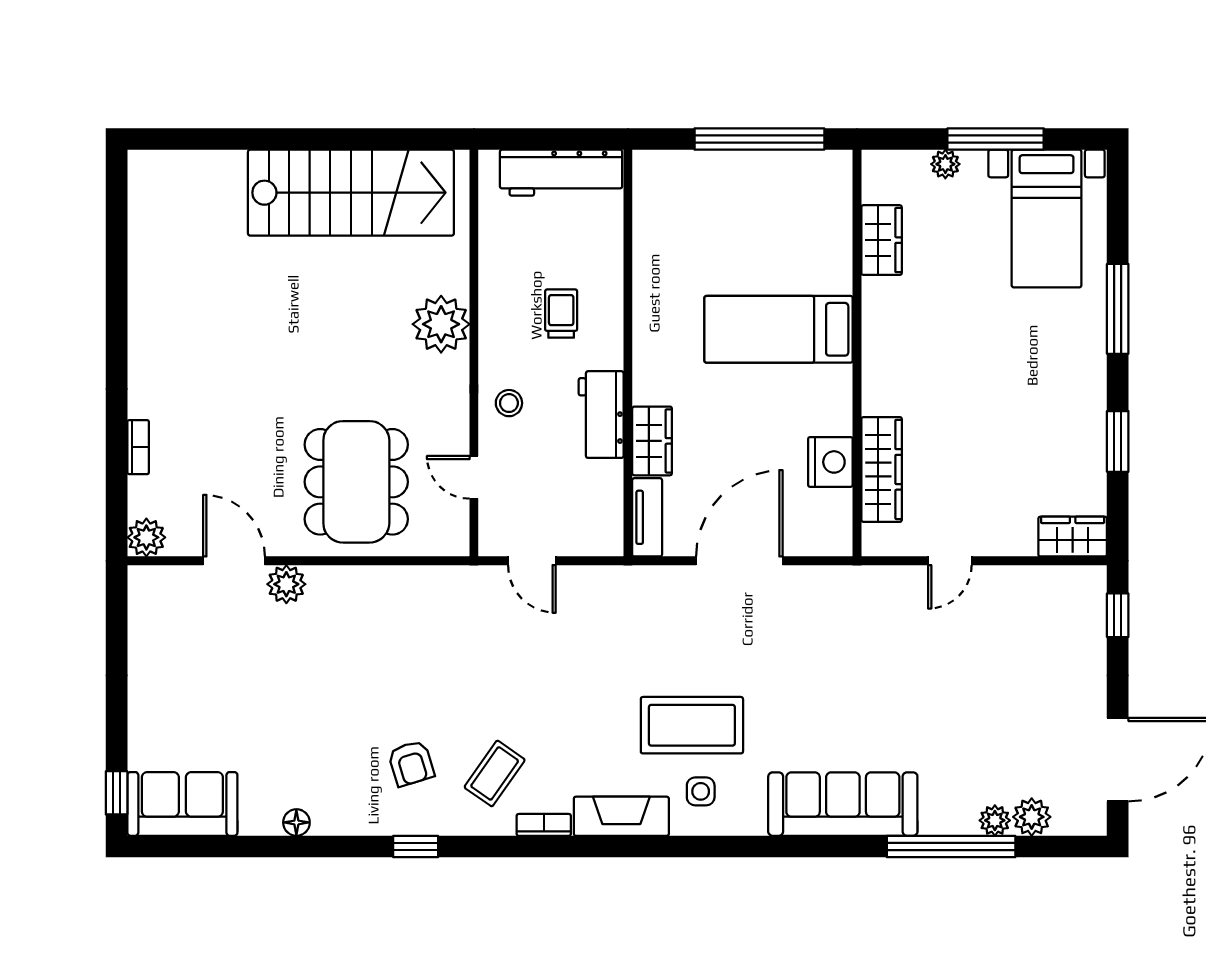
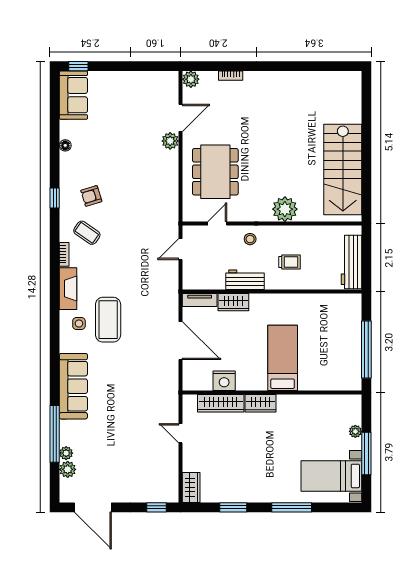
wardrobe: (882, 240) -> (261, 403), moved
dining table: (356, 482) -> (215, 172), turned 90

